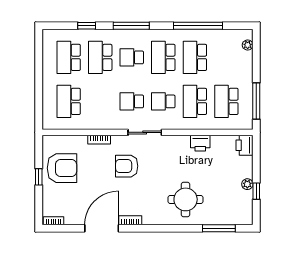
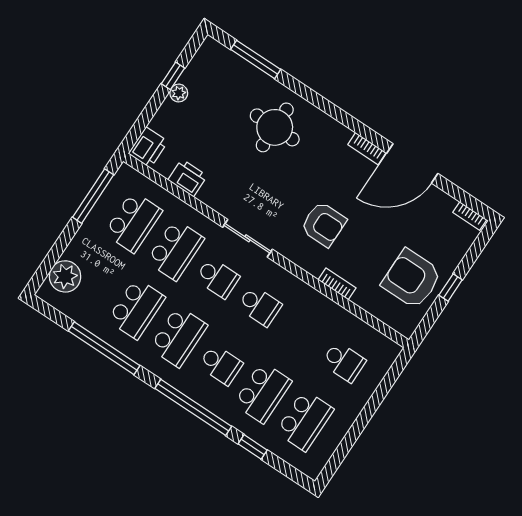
window: (131, 26) -> (193, 407), width x1.46
plant: (248, 45) -> (65, 276), width x1.88, depth x1.88
school desk: (69, 101) -> (344, 362), width x0.54
sliding door: (145, 132) -> (247, 238), moved
printer: (200, 143) -> (188, 178), moved

